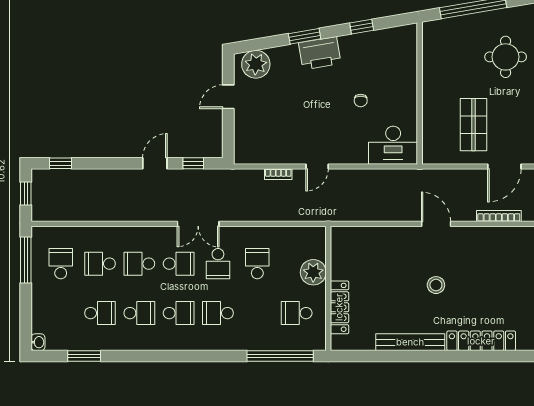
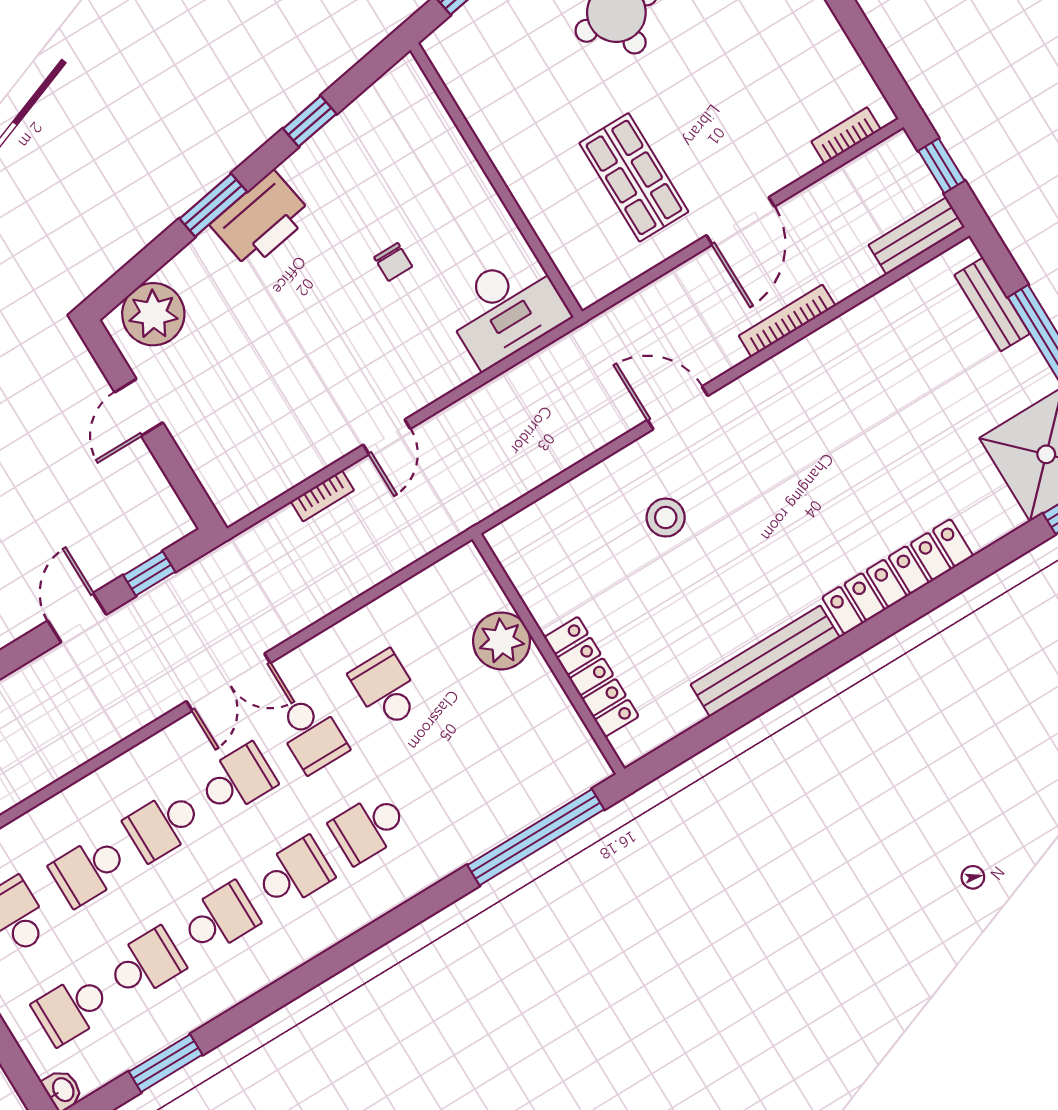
stool: (436, 285) -> (666, 518), moved
school desk: (297, 313) -> (72, 1009), moved

